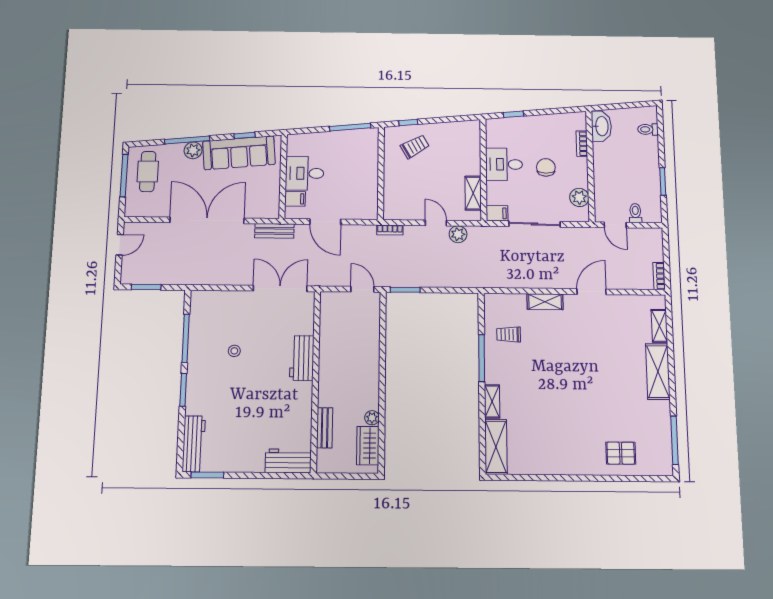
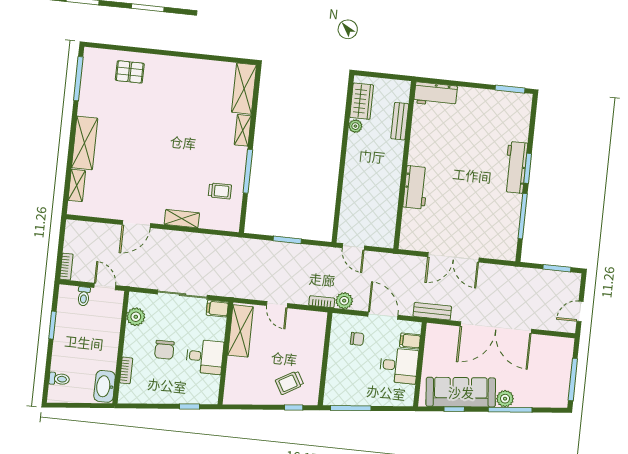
cafe table: (148, 172) -> (550, 381), removed
shelving: (473, 193) -> (240, 331), width x1.50, depth x1.33
chair: (350, 196) -> (357, 339), added
plant: (458, 234) -> (344, 301), moved
bookcase: (659, 276) -> (66, 267), moved
double door: (280, 288) -> (453, 257), moved
window: (405, 290) -> (287, 240), moved
stool: (234, 351) -> (478, 200), removed
workbench: (194, 444) -> (516, 167), moved

